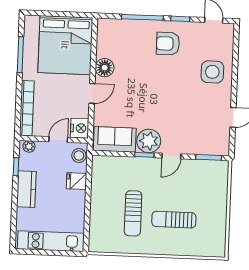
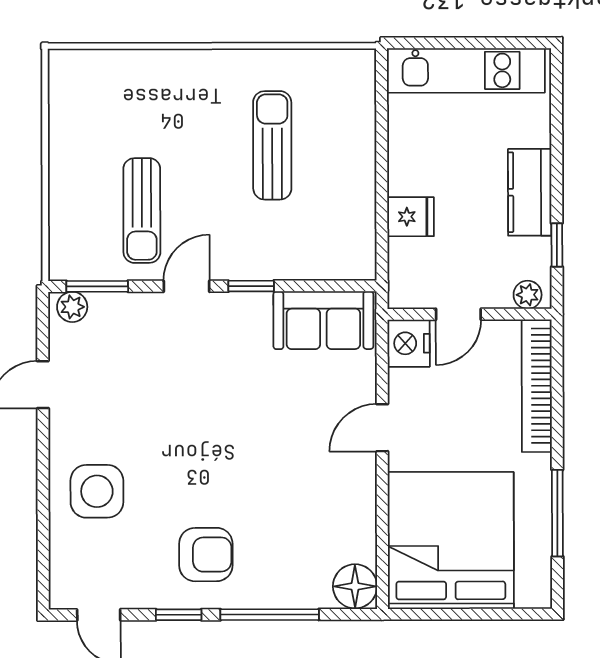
floor lamp: (105, 68) -> (355, 586), moved
plant: (149, 141) -> (72, 307), moved, width x0.53, depth x0.53
stool: (79, 156) -> (407, 278), removed
sun lounger: (174, 220) -> (142, 211), moved, turned 90

